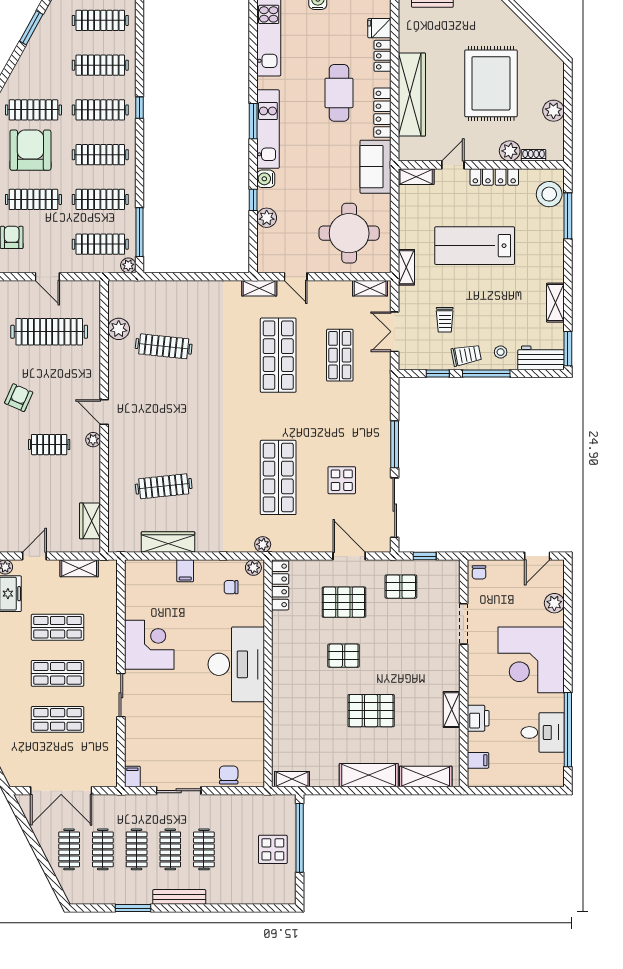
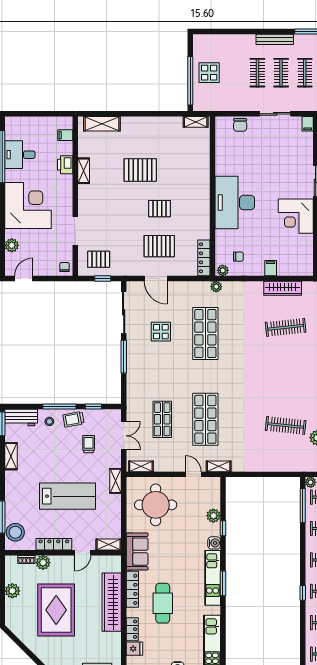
pallet: (401, 587) -> (99, 259), moved
shelving: (369, 775) -> (142, 125), removed

